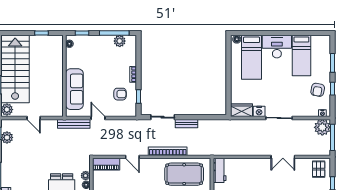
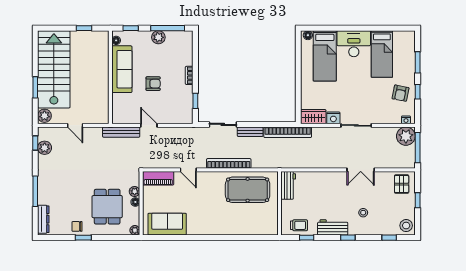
plant: (120, 41) -> (158, 37), moved
sofa: (74, 89) -> (122, 69), moved
armchair: (120, 94) -> (153, 84), moved
bookcase: (219, 124) -> (288, 132), added

